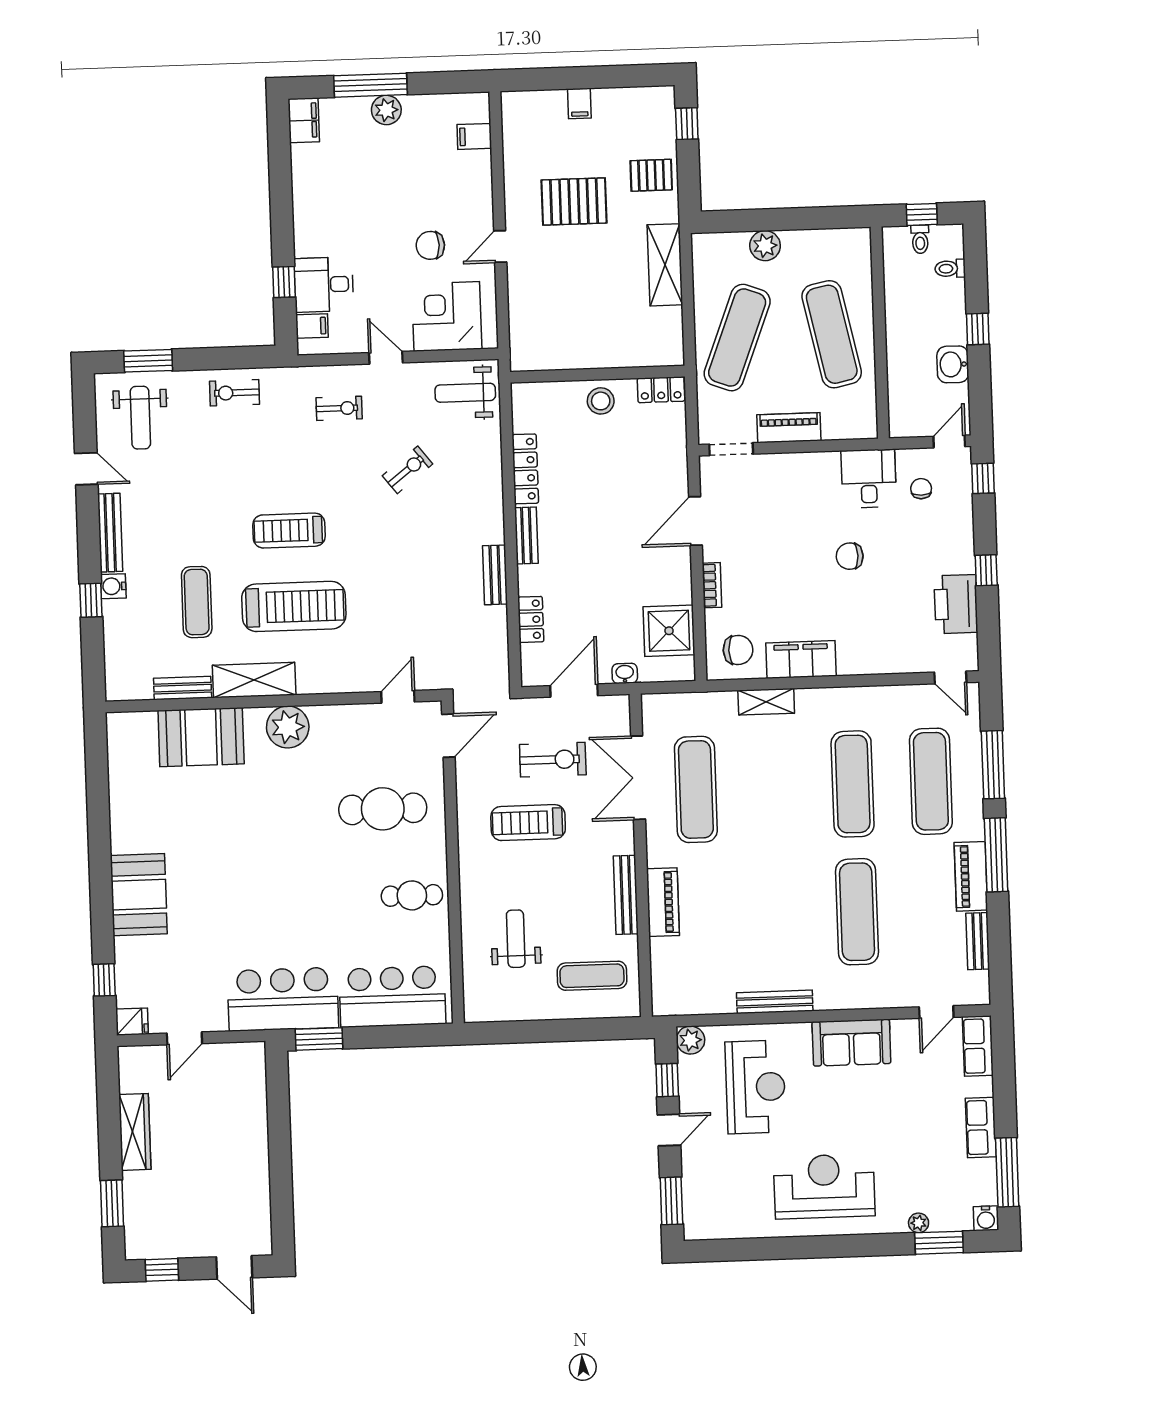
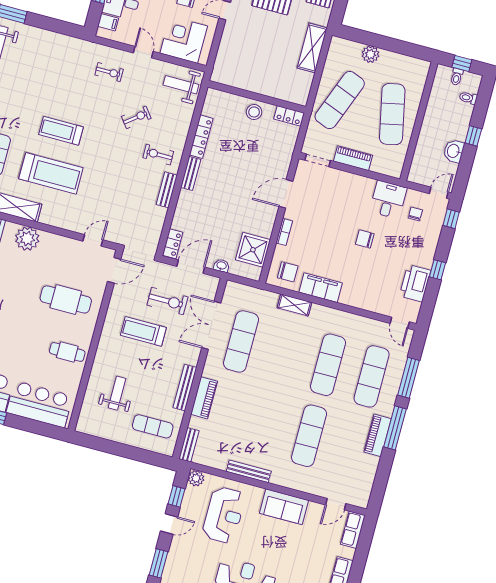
exercise bike: (235, 393) -> (158, 155), moved
locker: (531, 619) -> (173, 244), moved
bench: (978, 941) -> (189, 445), moved

